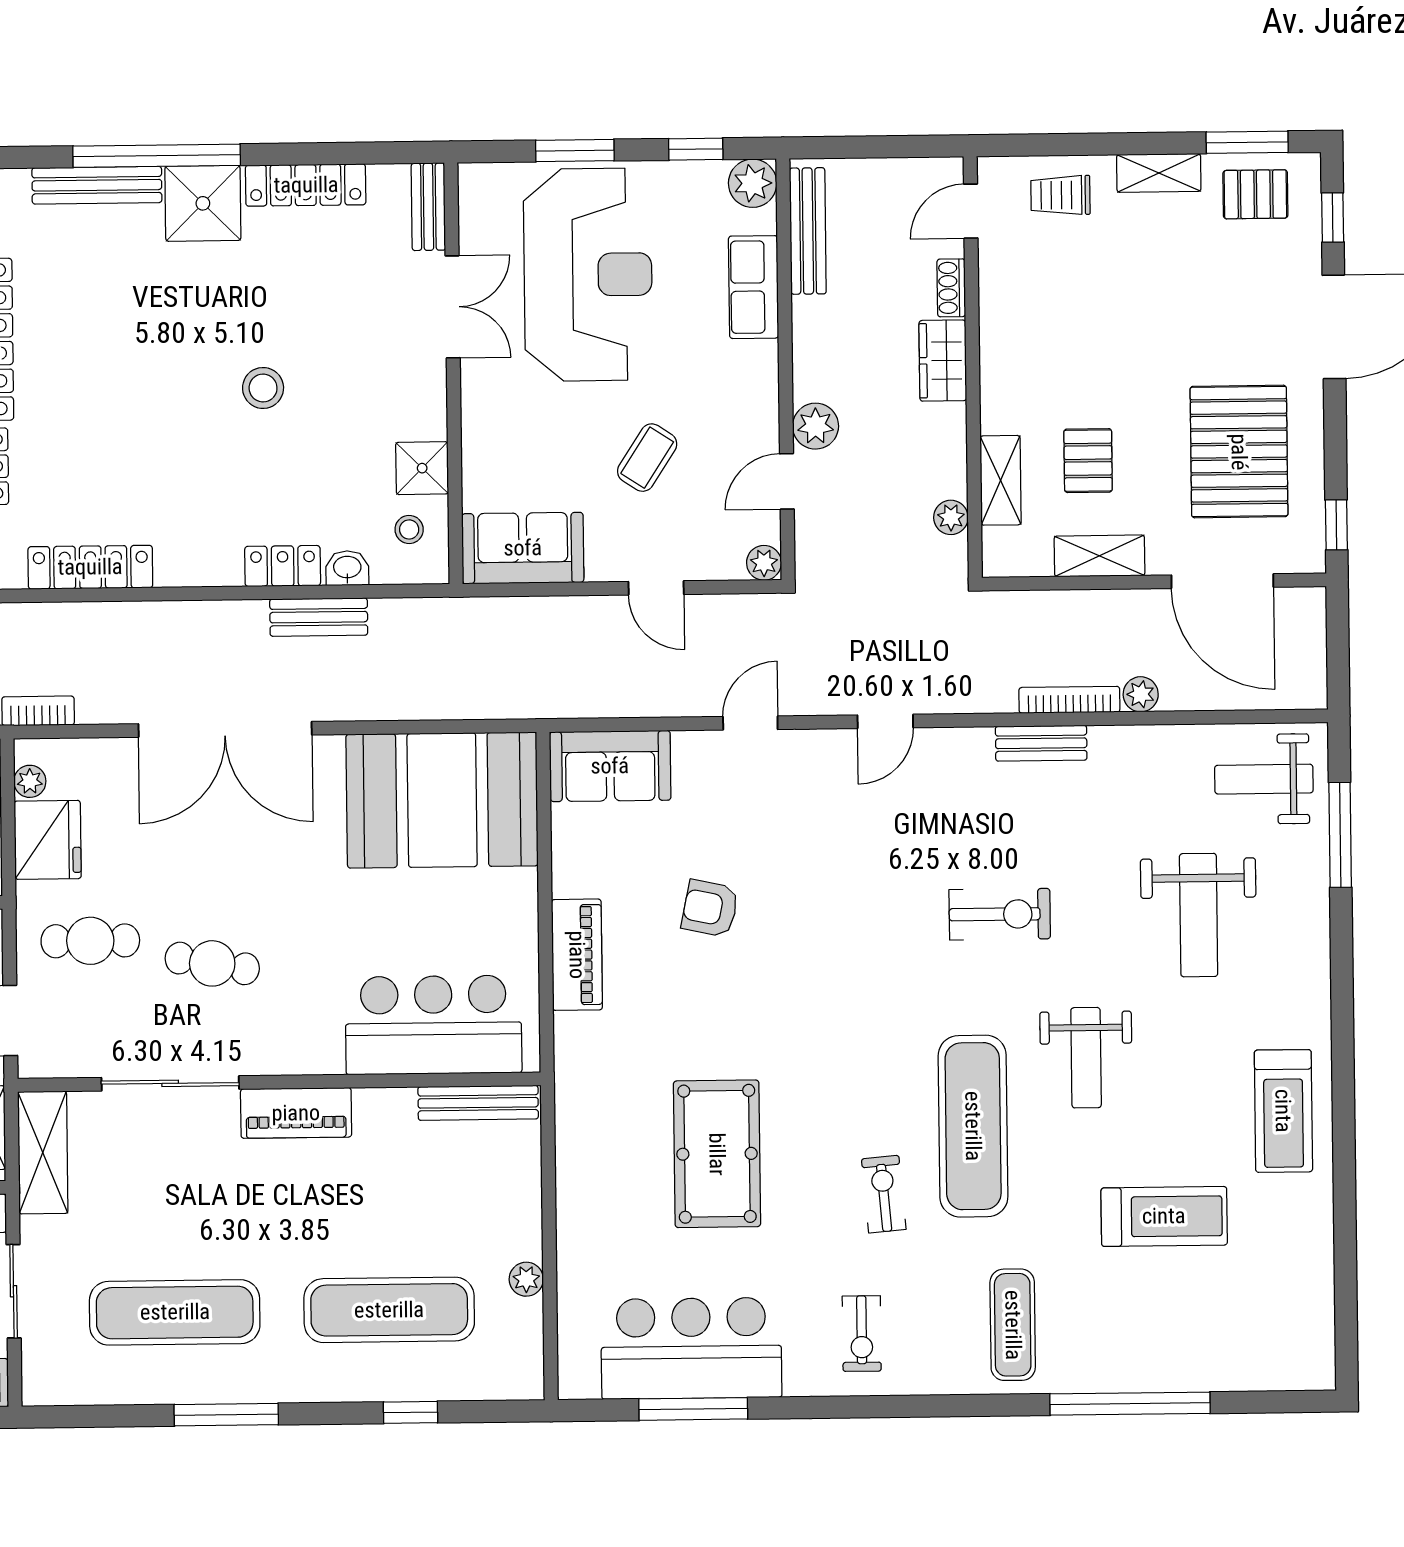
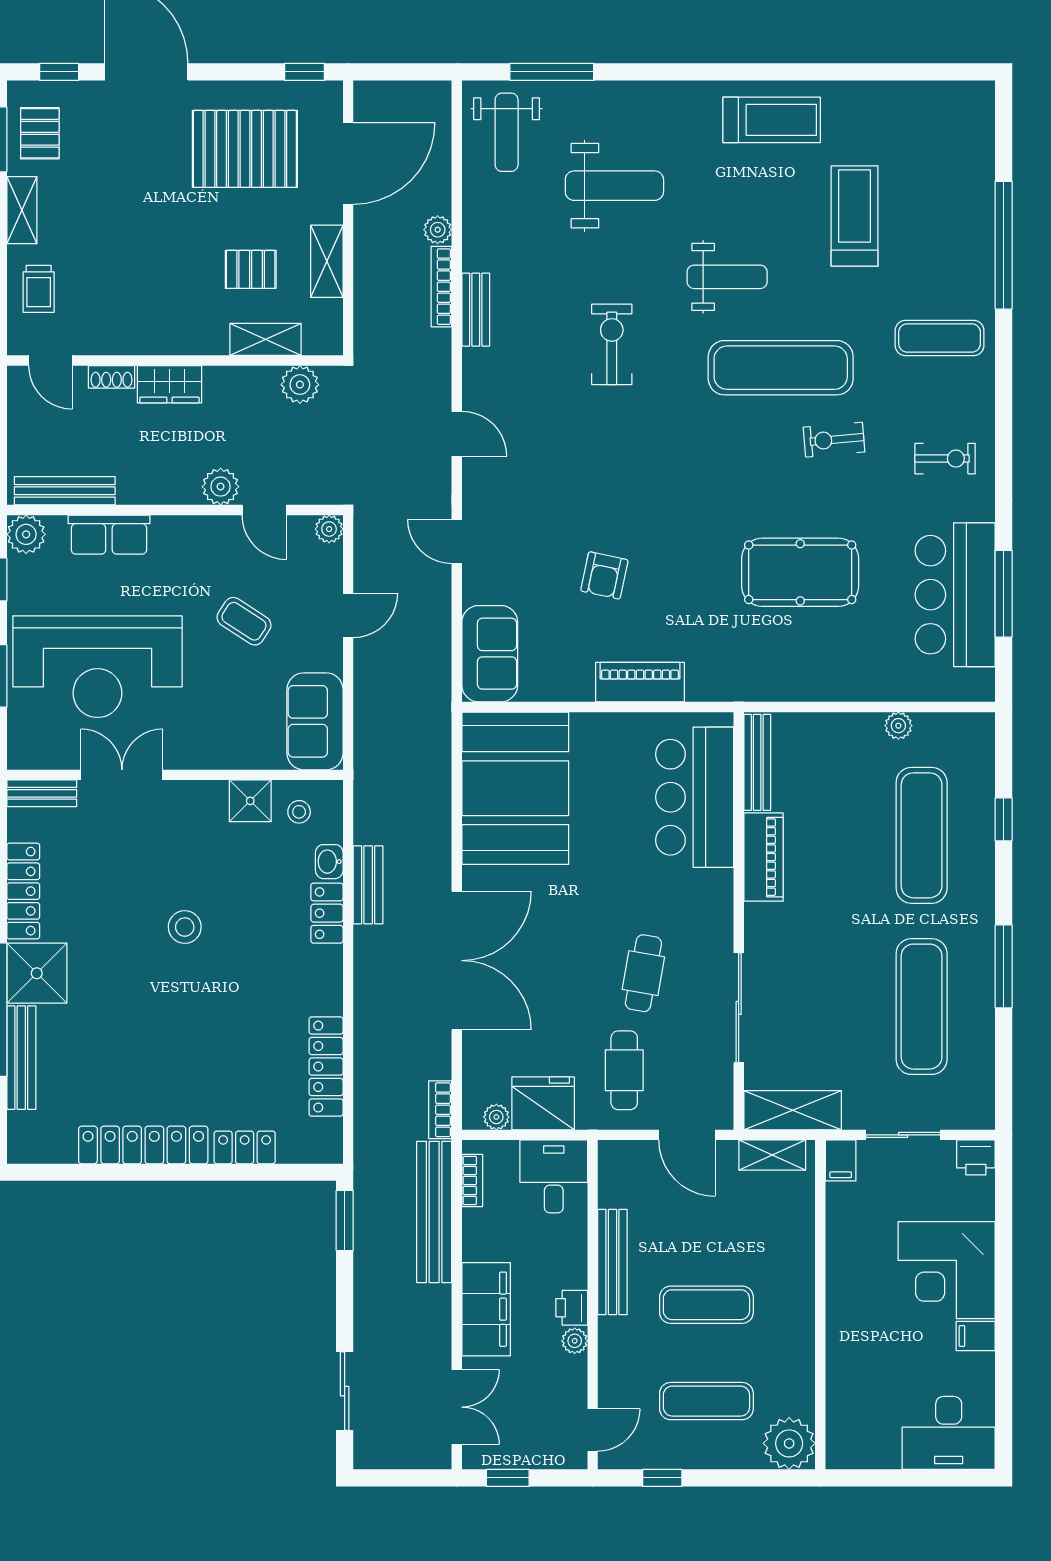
reception desk: (588, 275) -> (97, 667), turned 180
plant: (951, 517) -> (300, 385), width x1.38, depth x1.38
piano: (296, 1113) -> (764, 857), moved

